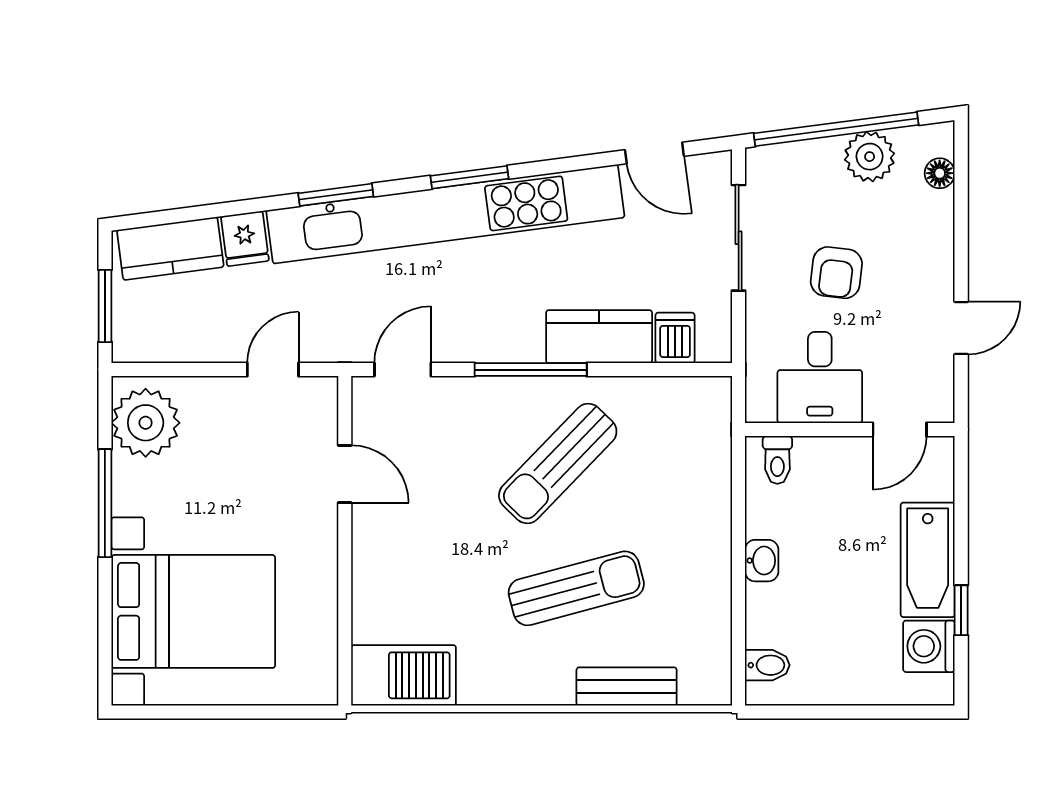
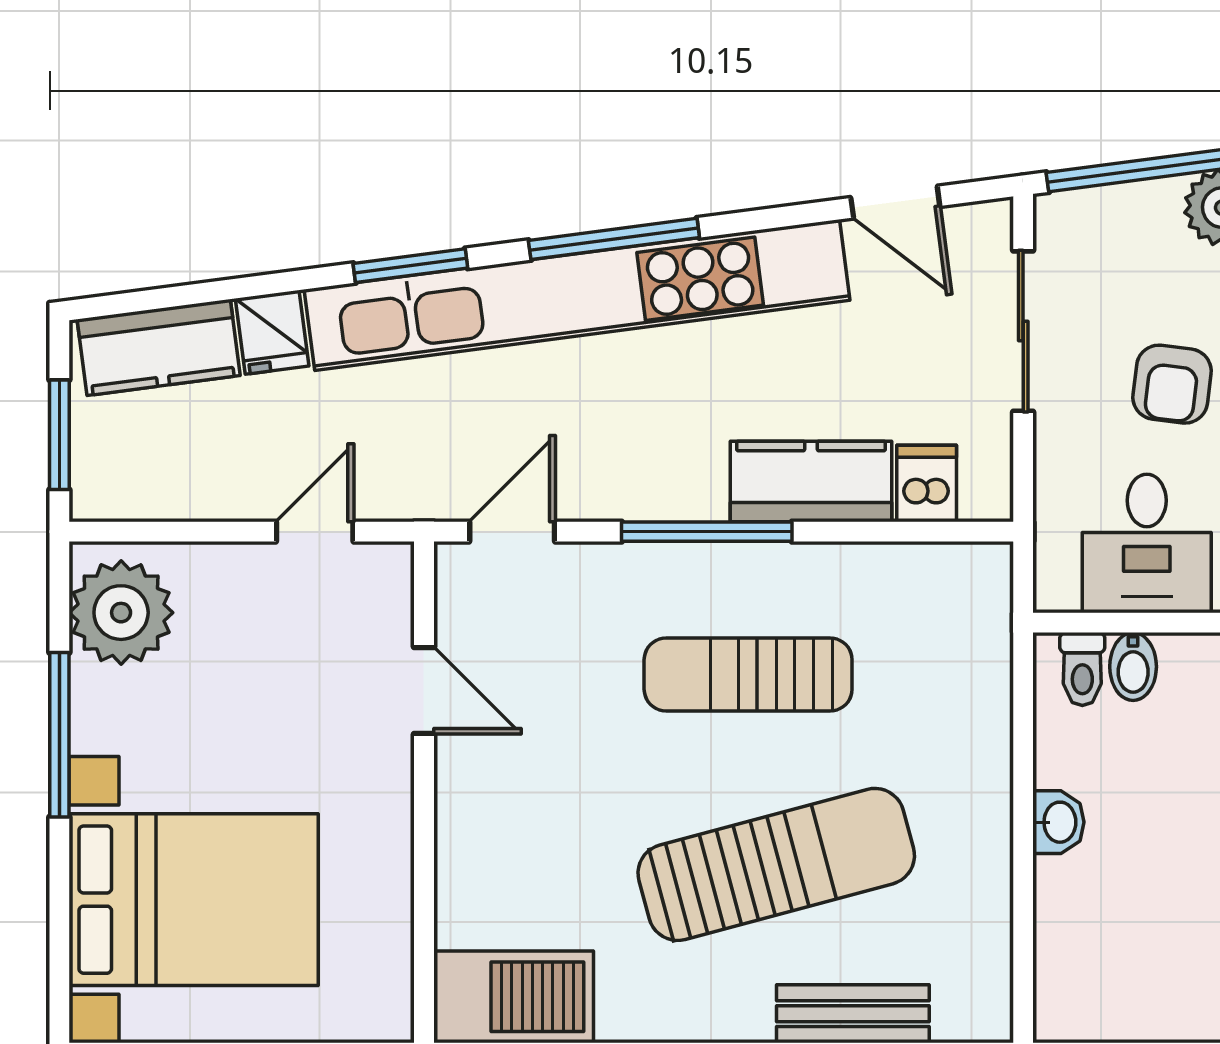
window: (470, 177) -> (614, 239), width x1.44
sun lounger: (558, 463) -> (748, 674), turned 46
sun lounger: (576, 588) -> (776, 864), width x1.36, depth x1.34
bidet: (767, 665) -> (1133, 667), moved, turned 90

